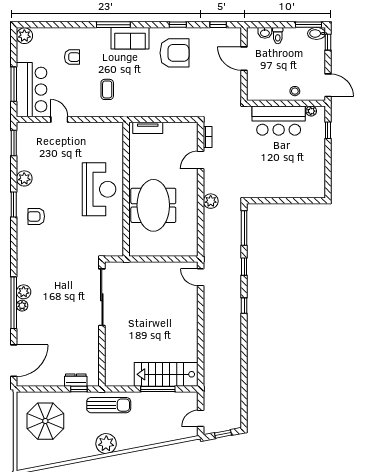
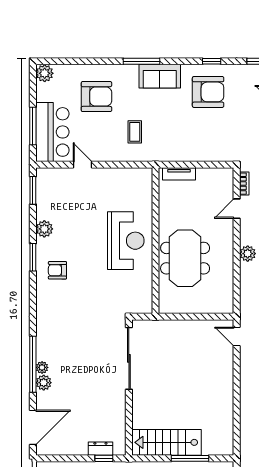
armchair: (72, 57) -> (96, 97), width x1.88, depth x1.88
plant: (24, 292) -> (44, 383), moved
stairs: (166, 374) -> (167, 442), moved

